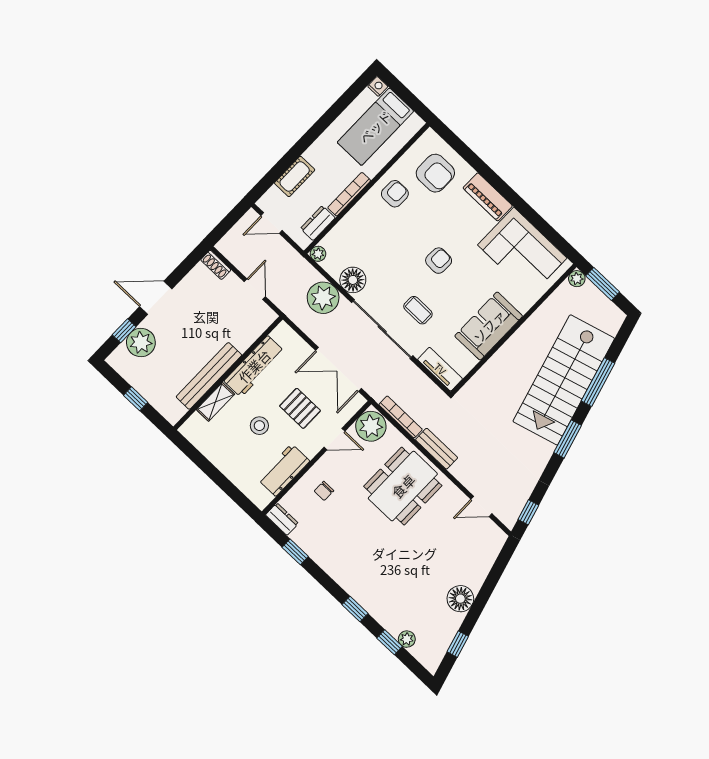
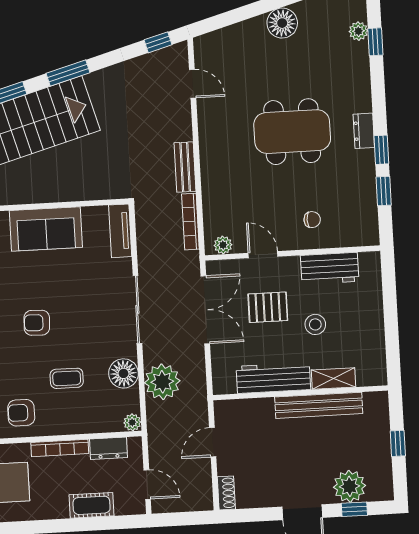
coffee table: (418, 310) -> (67, 378), moved, turned 90
sliding door: (382, 329) -> (137, 309), width x0.73
pallet: (300, 408) -> (268, 307), turned 90
plant: (371, 426) -> (223, 245), width x0.53, depth x0.53
dining table: (403, 486) -> (292, 132), moved
dresser: (282, 519) -> (364, 131), moved
window: (355, 609) -> (381, 150), moved

